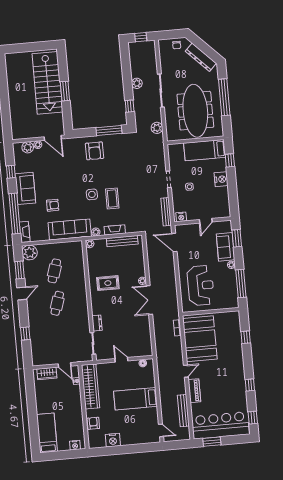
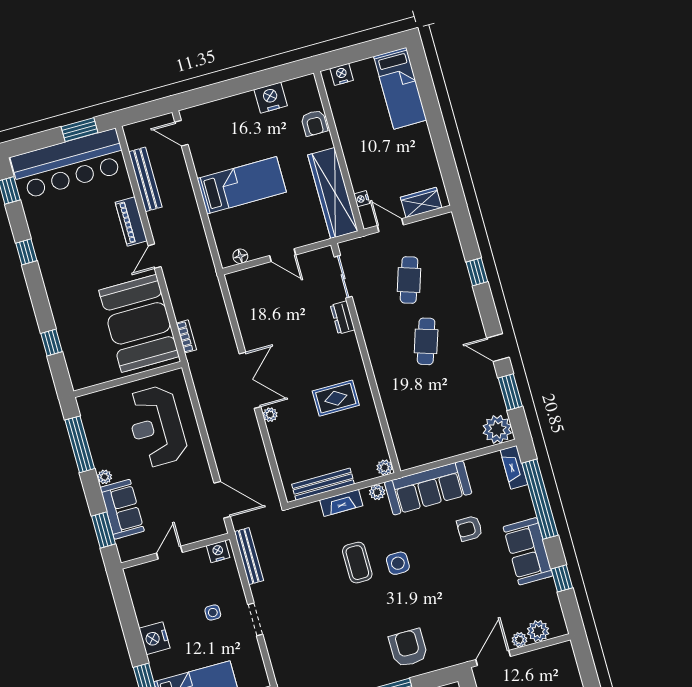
door: (53, 138) -> (493, 658), hinge flipped
cafe table: (54, 271) -> (409, 280), moved
door: (22, 294) -> (498, 348), hinge flipped

